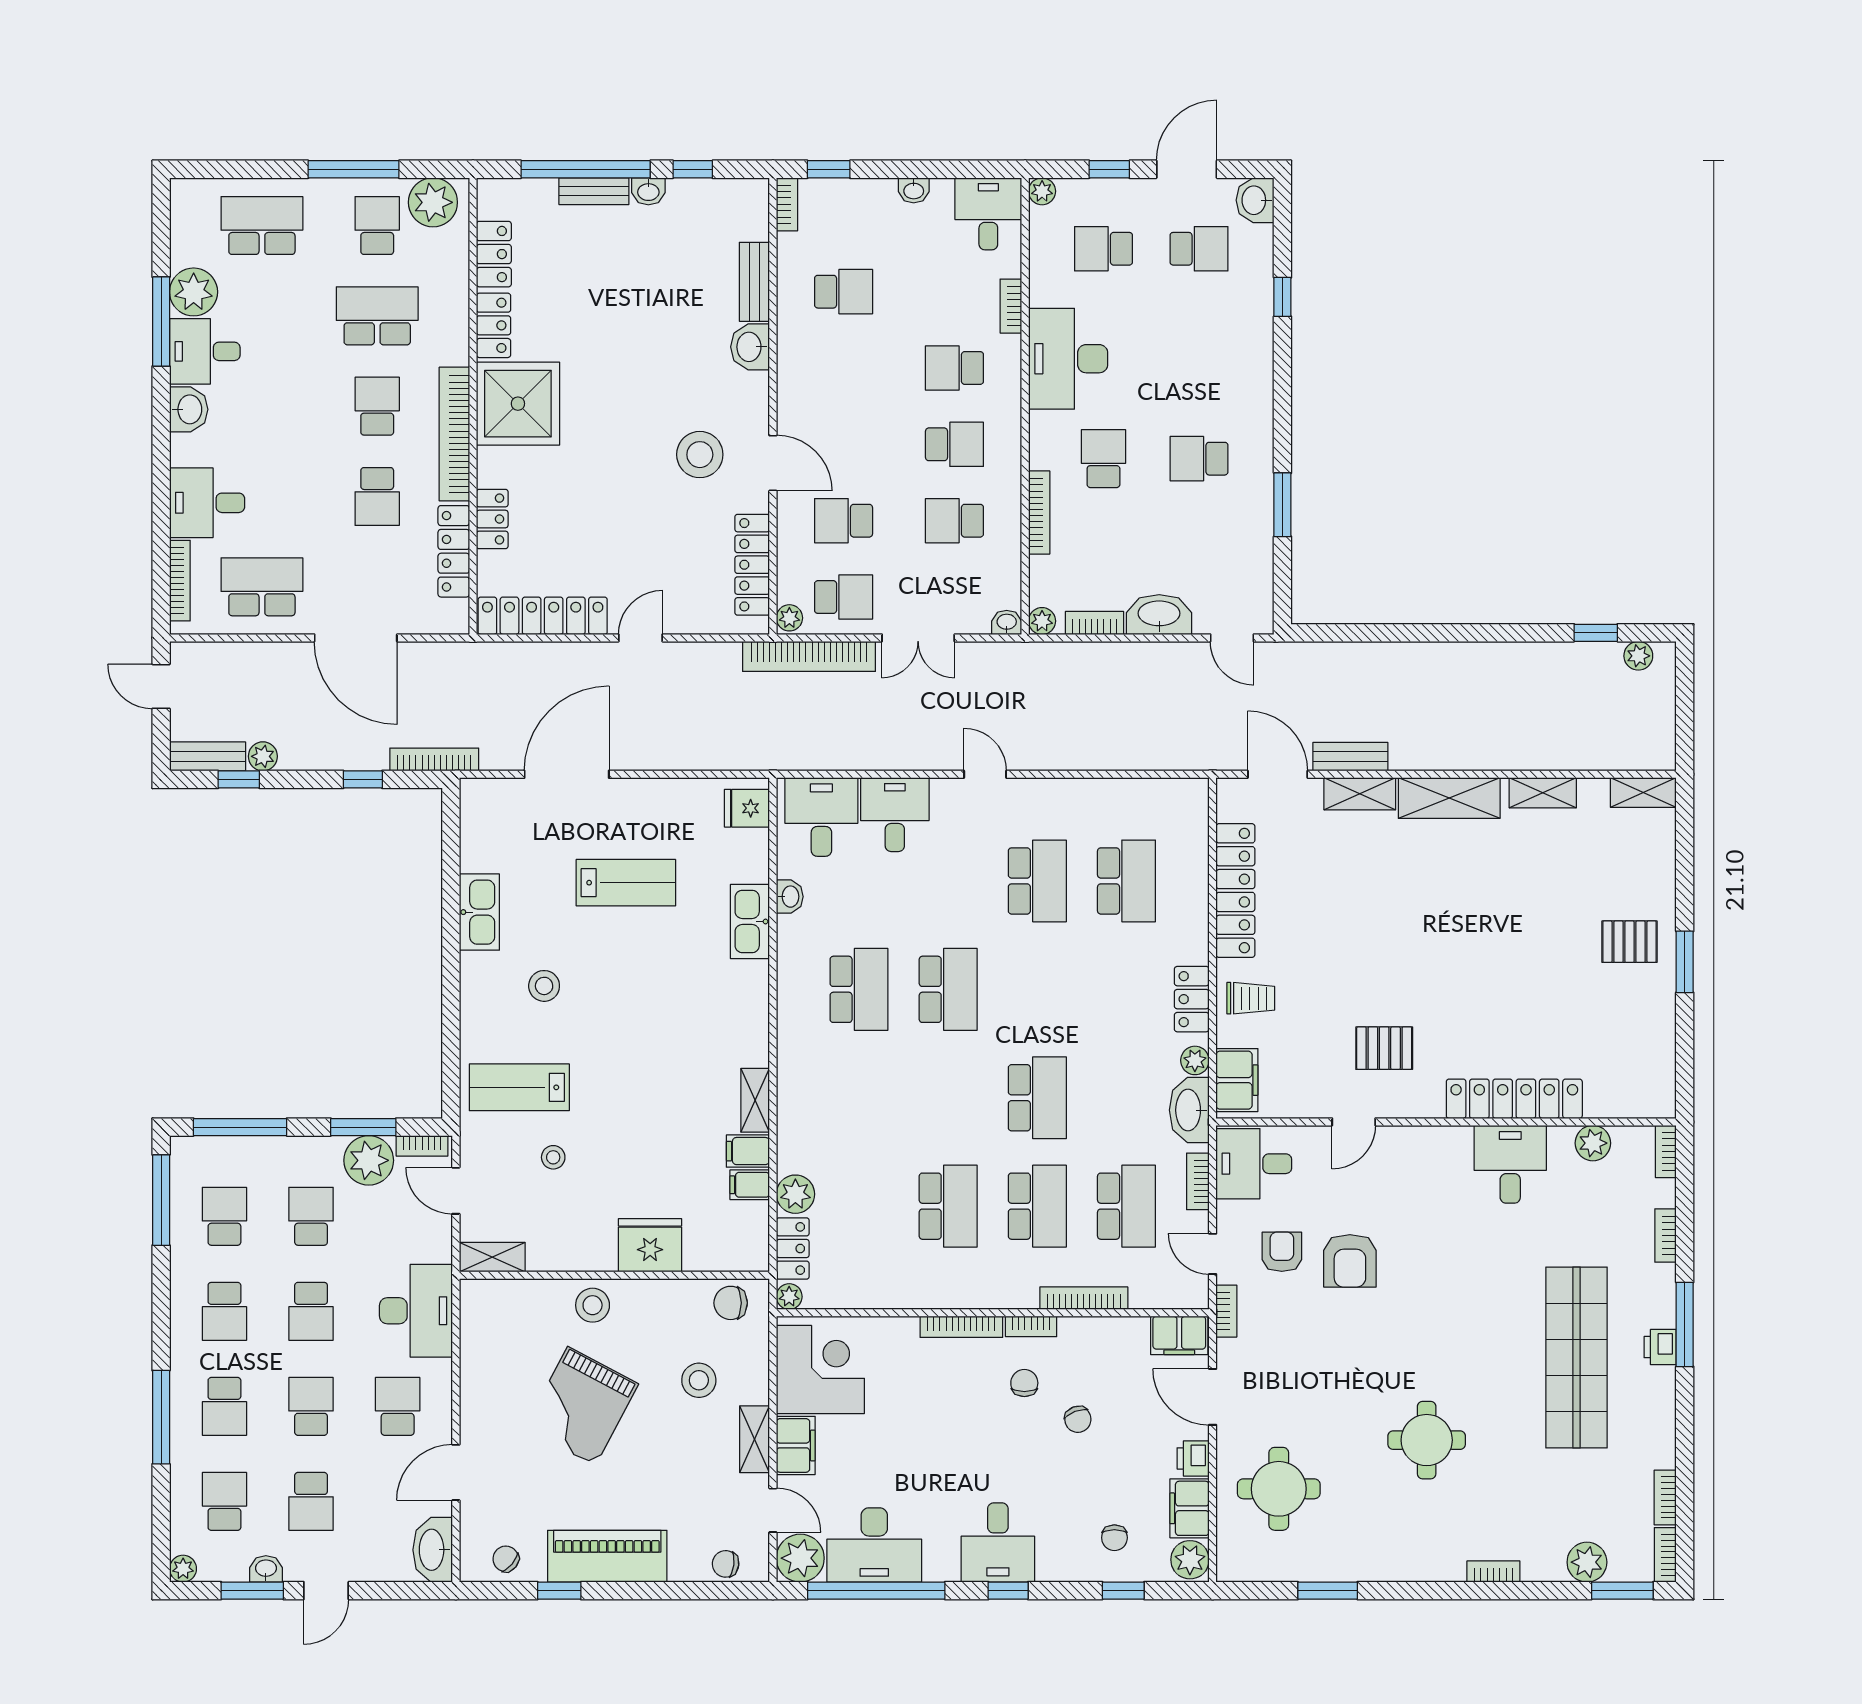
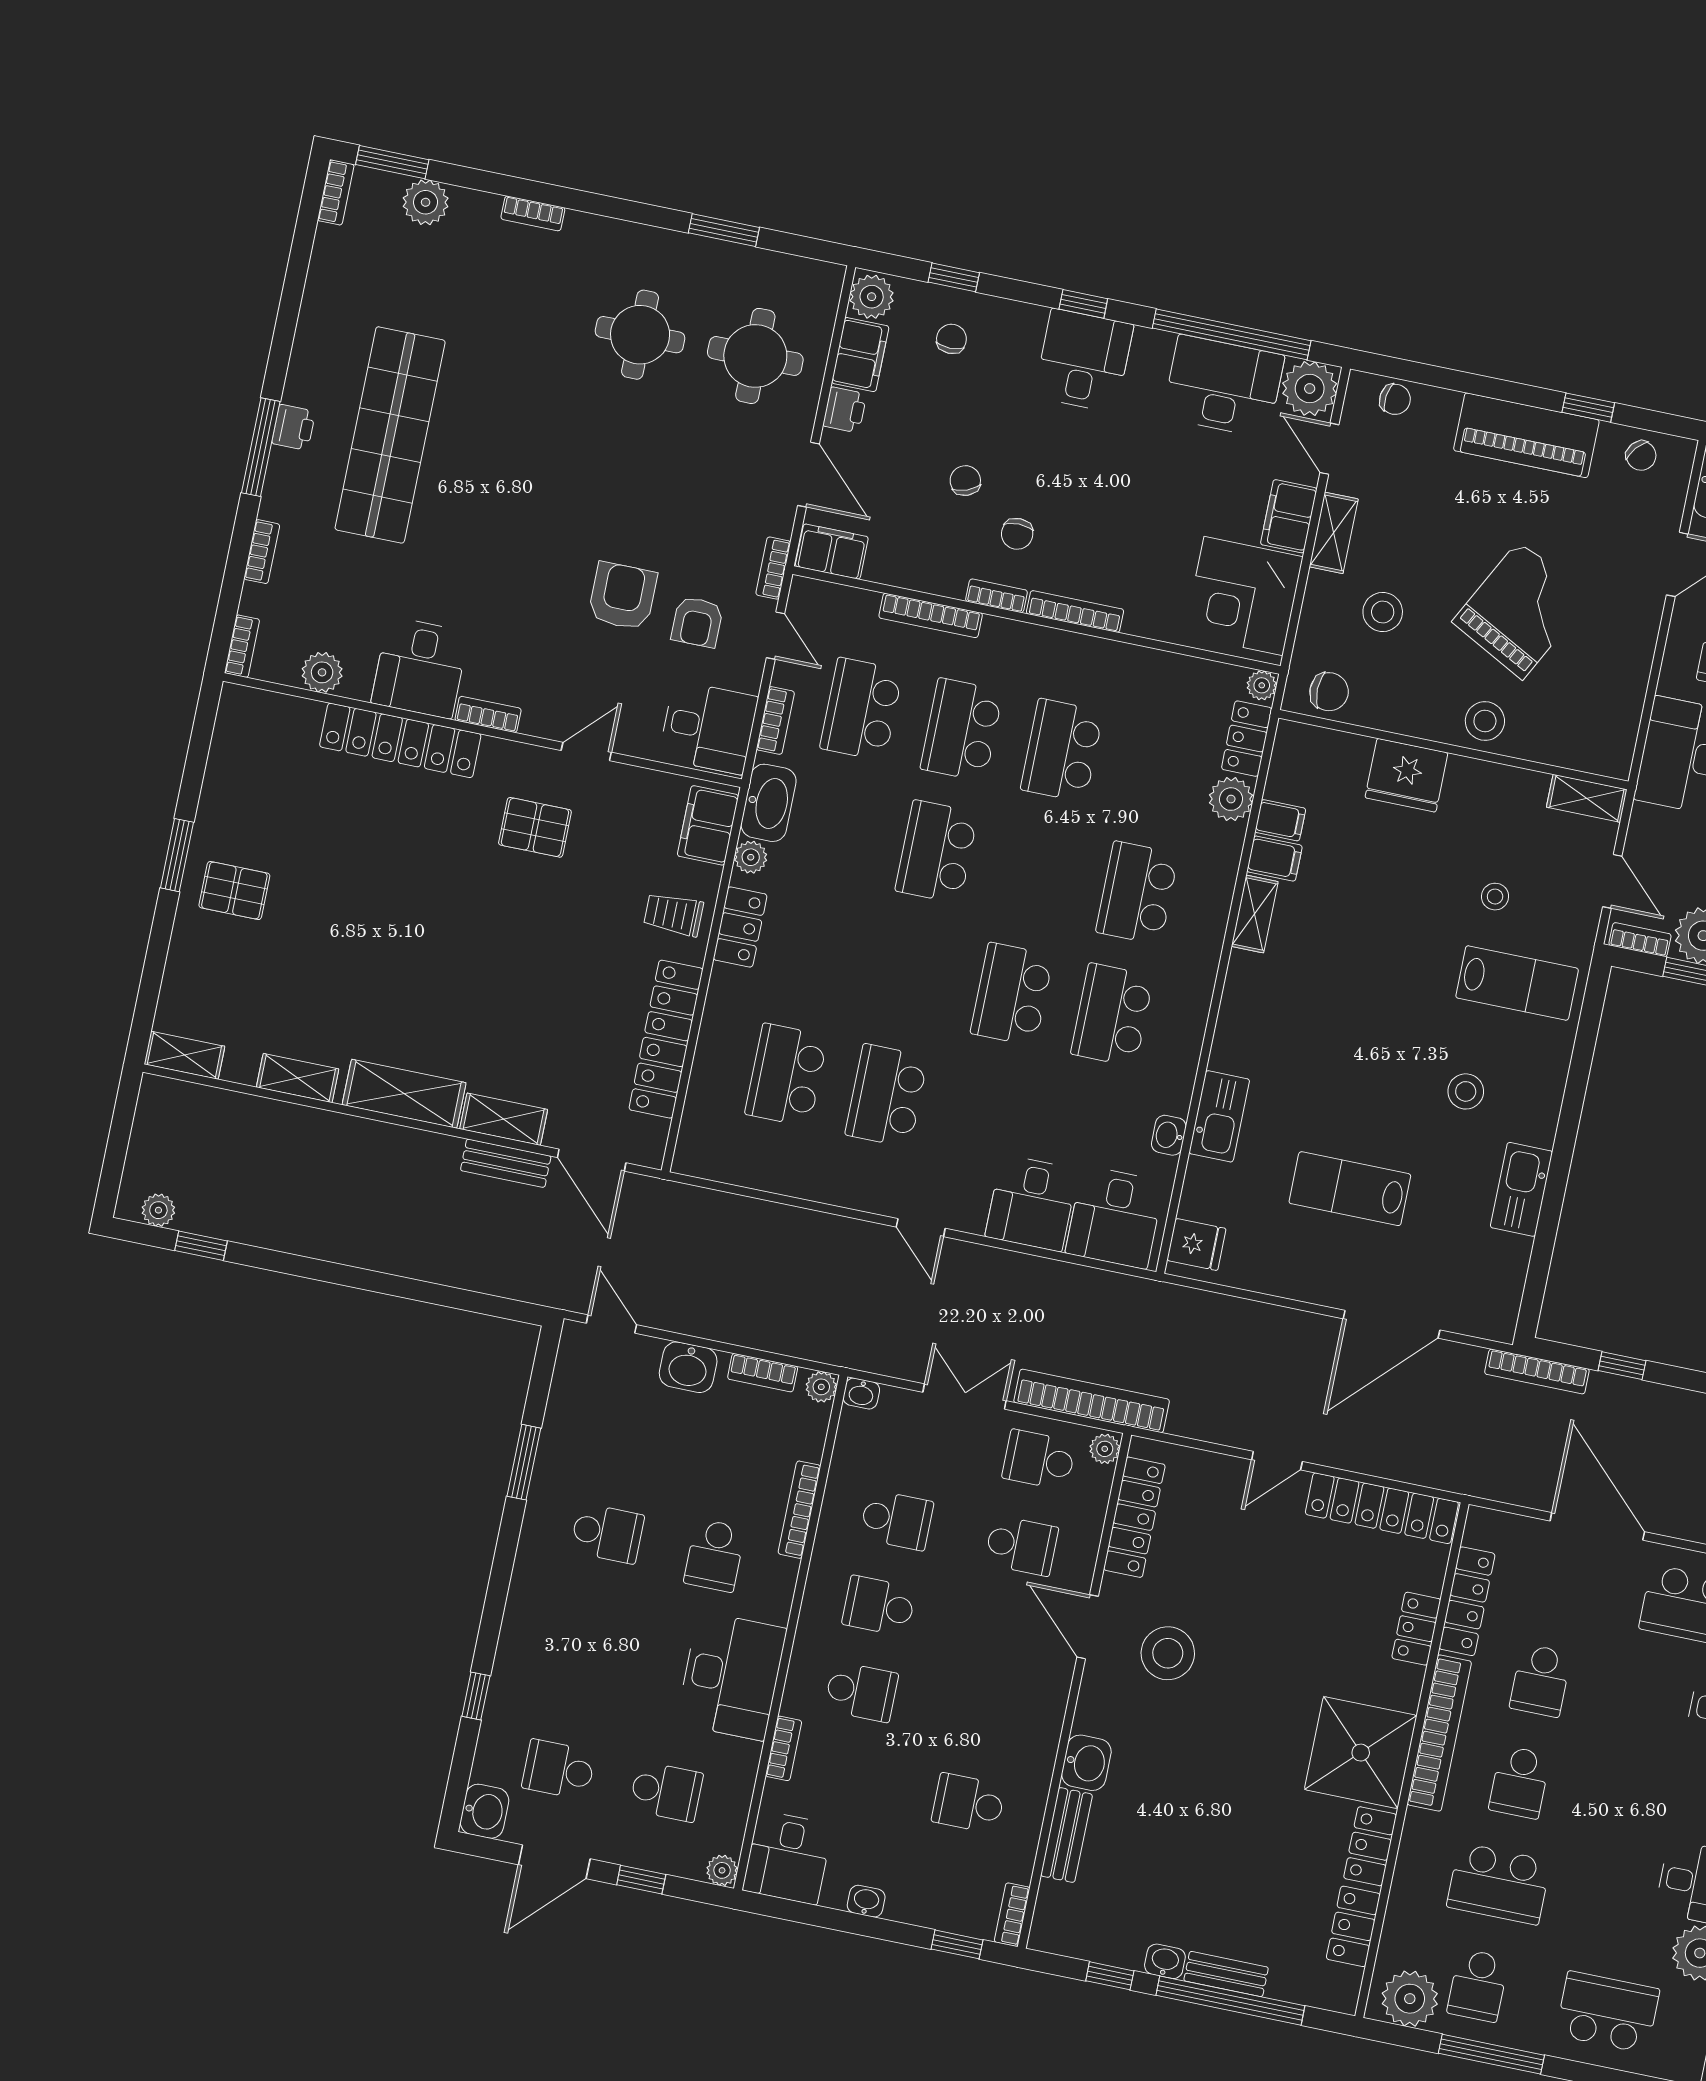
school desk: (262, 226) -> (1608, 2012), turned 180
school desk: (377, 496) -> (1540, 1681), turned 180
washbasin: (1159, 615) -> (688, 1367), width x0.72
school desk: (859, 1098) -> (1137, 893), added
round table: (1427, 1440) -> (640, 335), moved
bookcase: (1665, 1497) -> (488, 714), moved, turned -90

